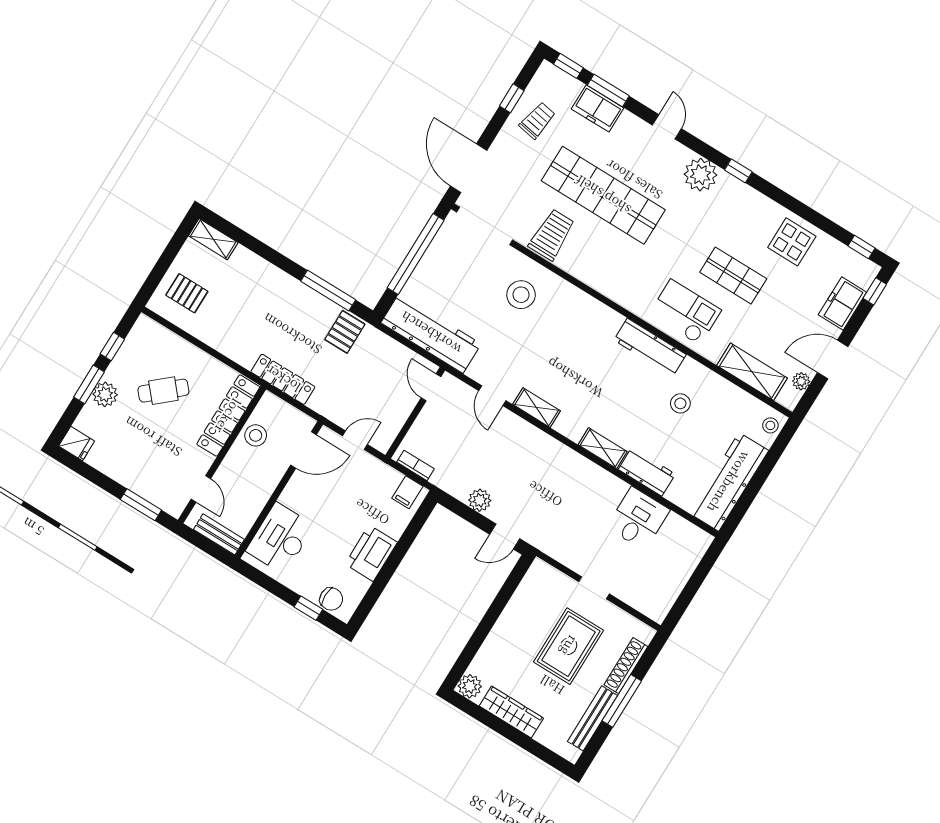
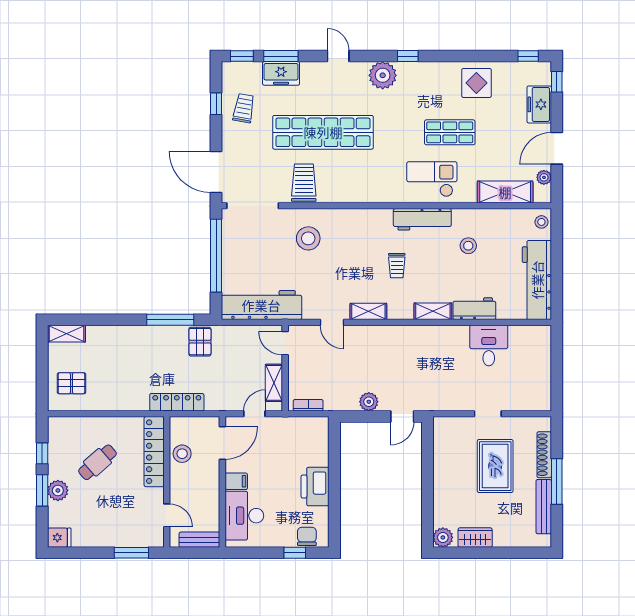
trolley: (594, 379) -> (397, 266), added
shelving: (395, 421) -> (274, 383), added
filing cabinet: (407, 492) -> (236, 481), moved, turned -90
chair: (331, 599) -> (307, 536), turned -90
wardrobe: (511, 712) -> (475, 538), width x0.67

